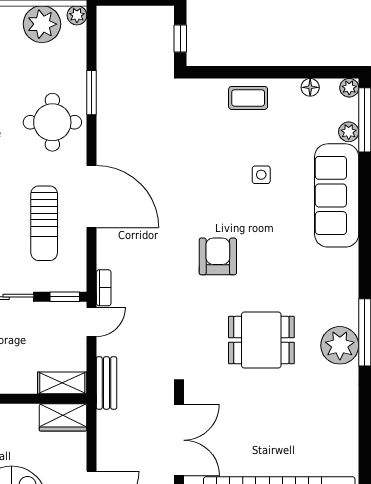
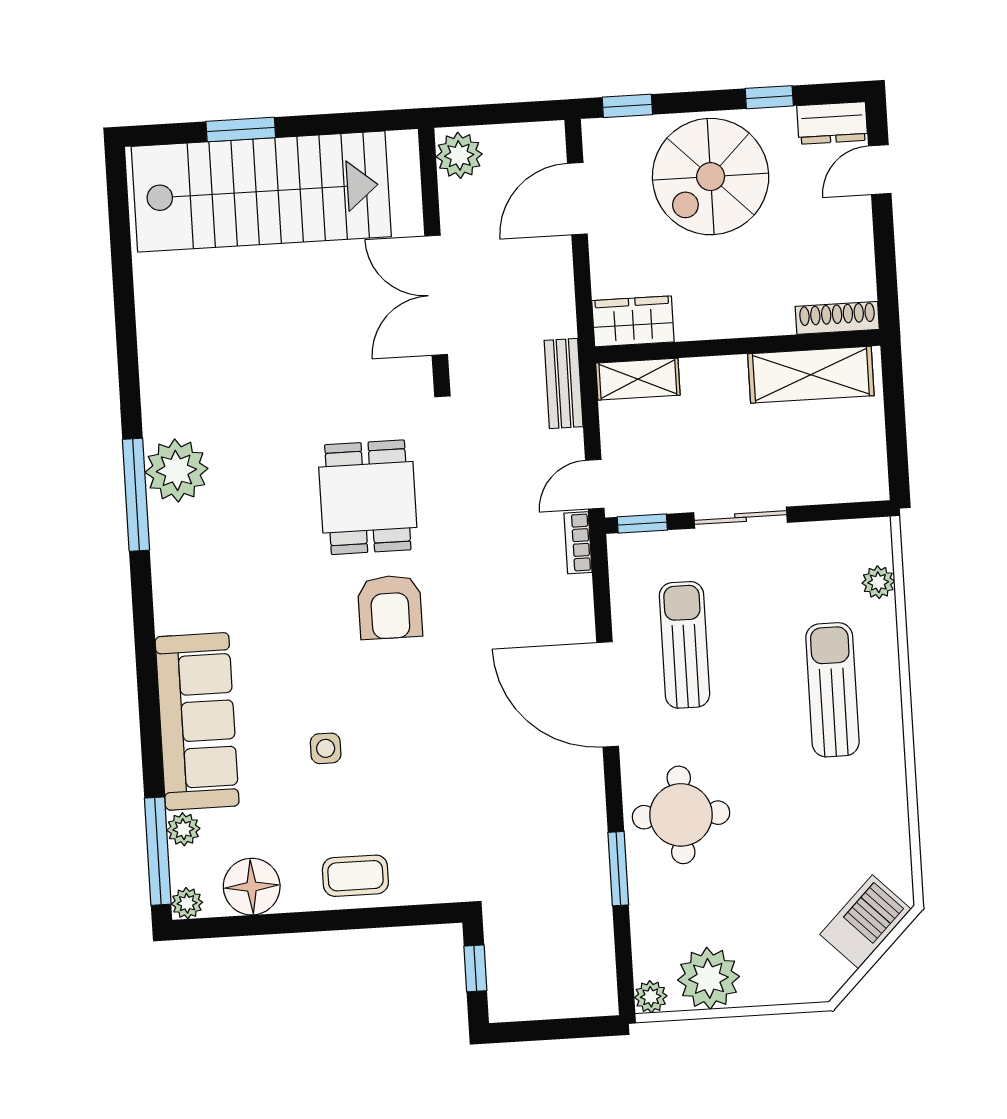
floor lamp: (310, 87) -> (252, 887), width x1.89, depth x1.89
dining table: (261, 340) -> (368, 497), moved, turned 90

